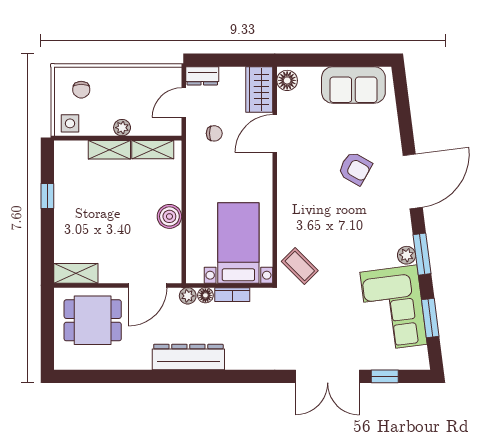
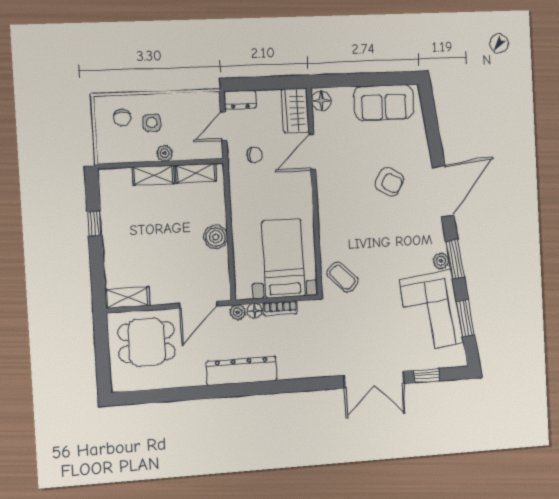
side table: (70, 123) -> (152, 122), moved

